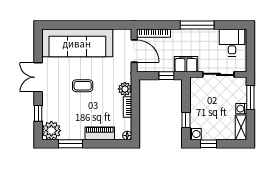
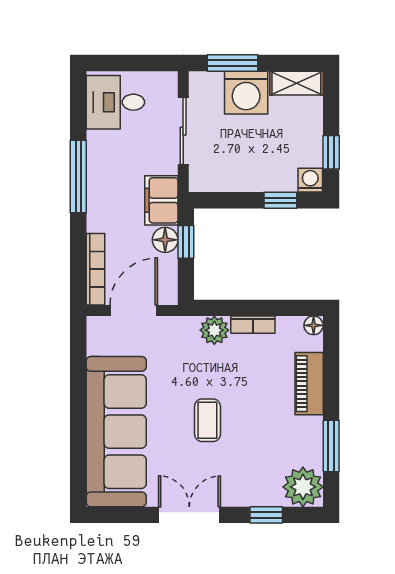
floor lamp: (167, 66) -> (165, 240), added
double door: (38, 77) -> (189, 515), swing flipped
washing machine: (241, 109) -> (246, 93), width x1.89, depth x1.89

